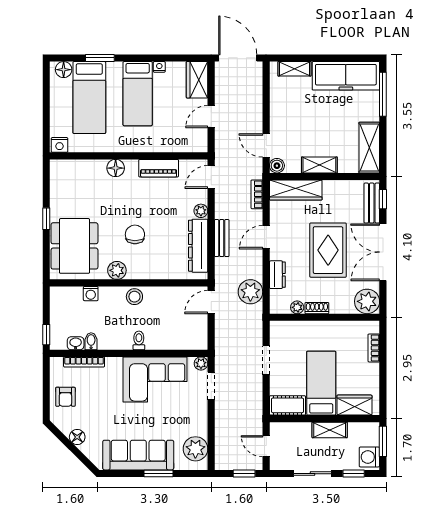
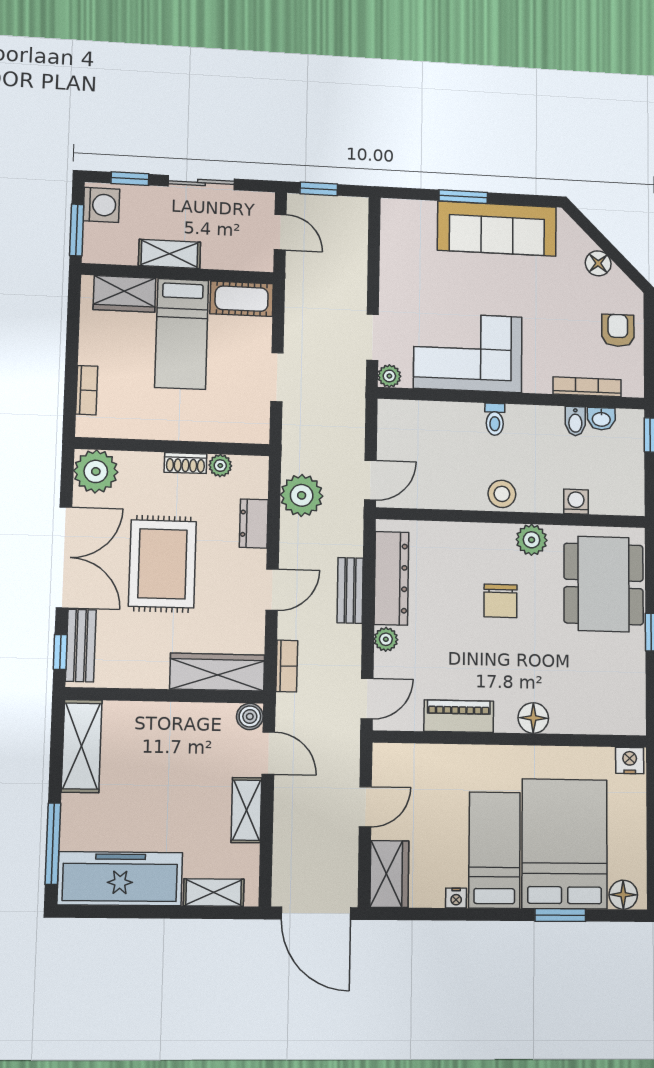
bed: (89, 98) -> (565, 844), width x1.50
shelving: (319, 165) -> (246, 810), moved, turned 90
plant: (195, 449) -> (401, 234), removed

